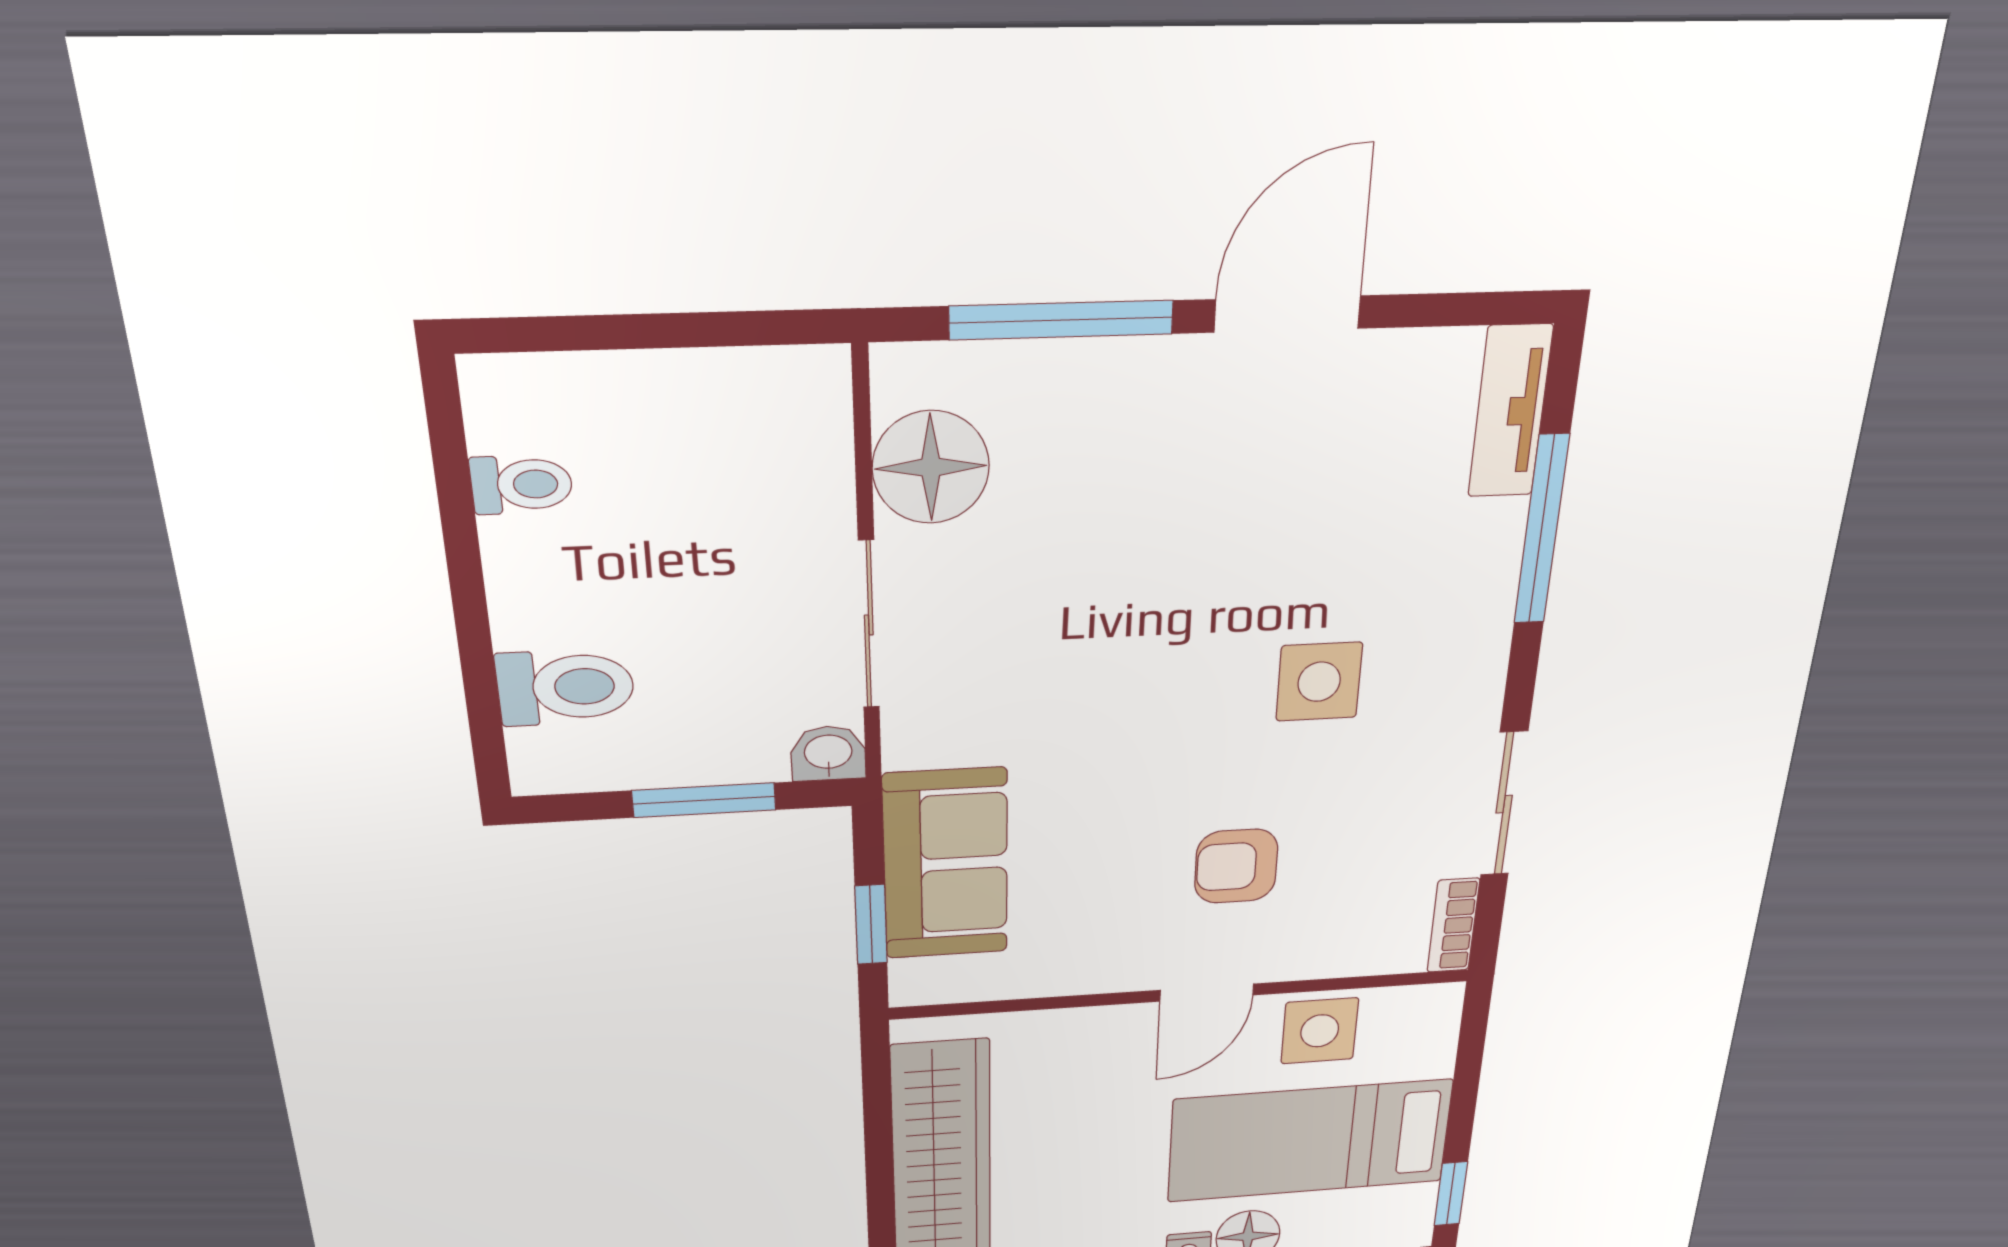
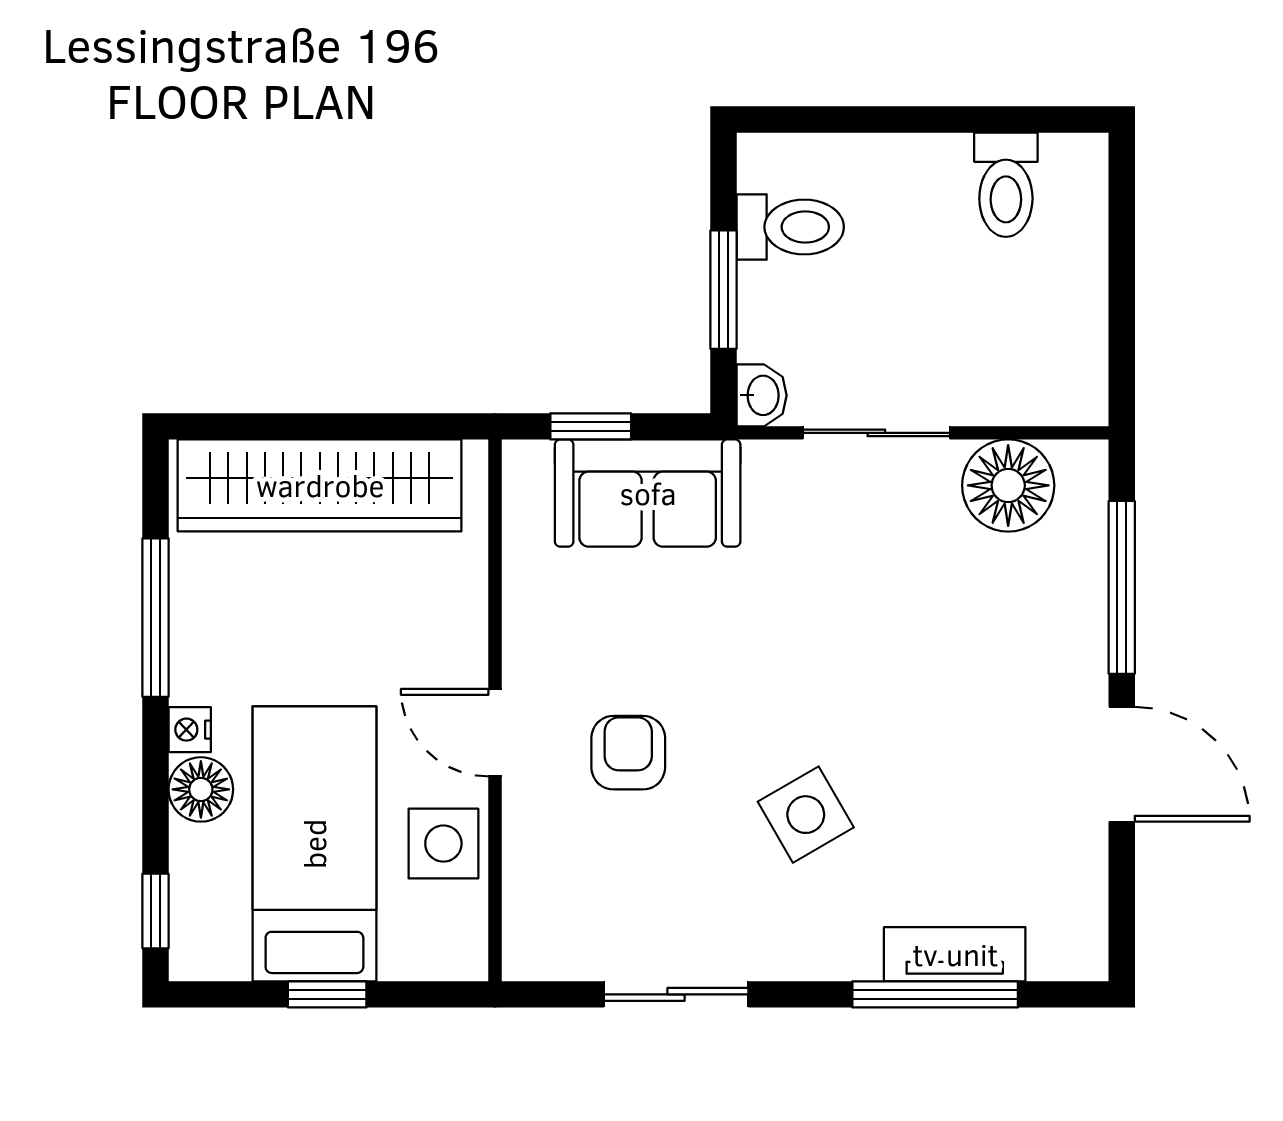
tv unit: (1510, 411) -> (955, 954), moved
toilet: (522, 485) -> (1006, 185), width x1.37, depth x1.39
side table: (1319, 682) -> (806, 815), turned -30
toilet: (566, 687) -> (790, 227), moved, turned -90
bookcase: (1453, 925) -> (551, 961), removed
window: (1451, 1194) -> (327, 994), moved

